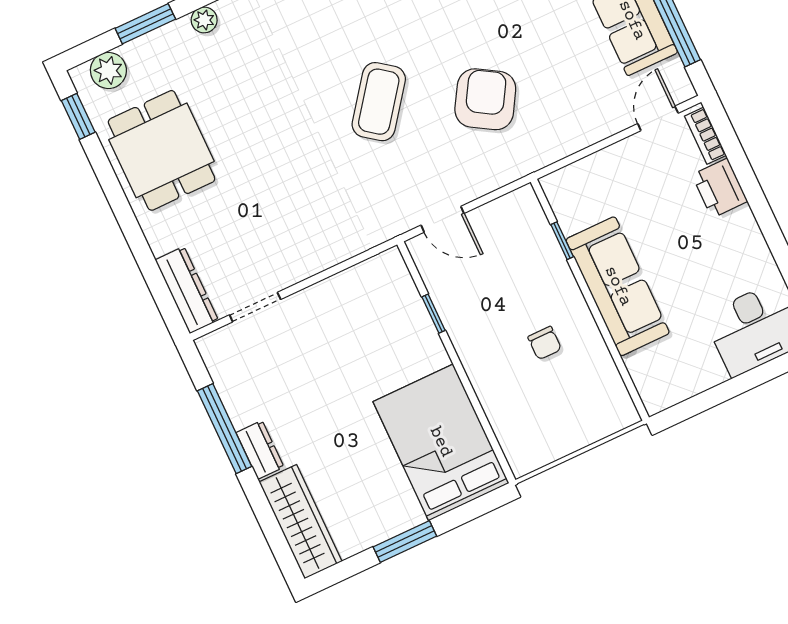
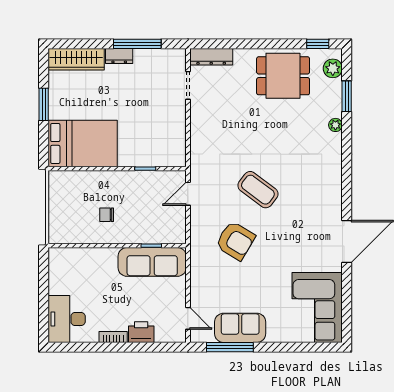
bookcase: (705, 136) -> (113, 337), moved
sofa: (618, 286) -> (152, 262), moved

